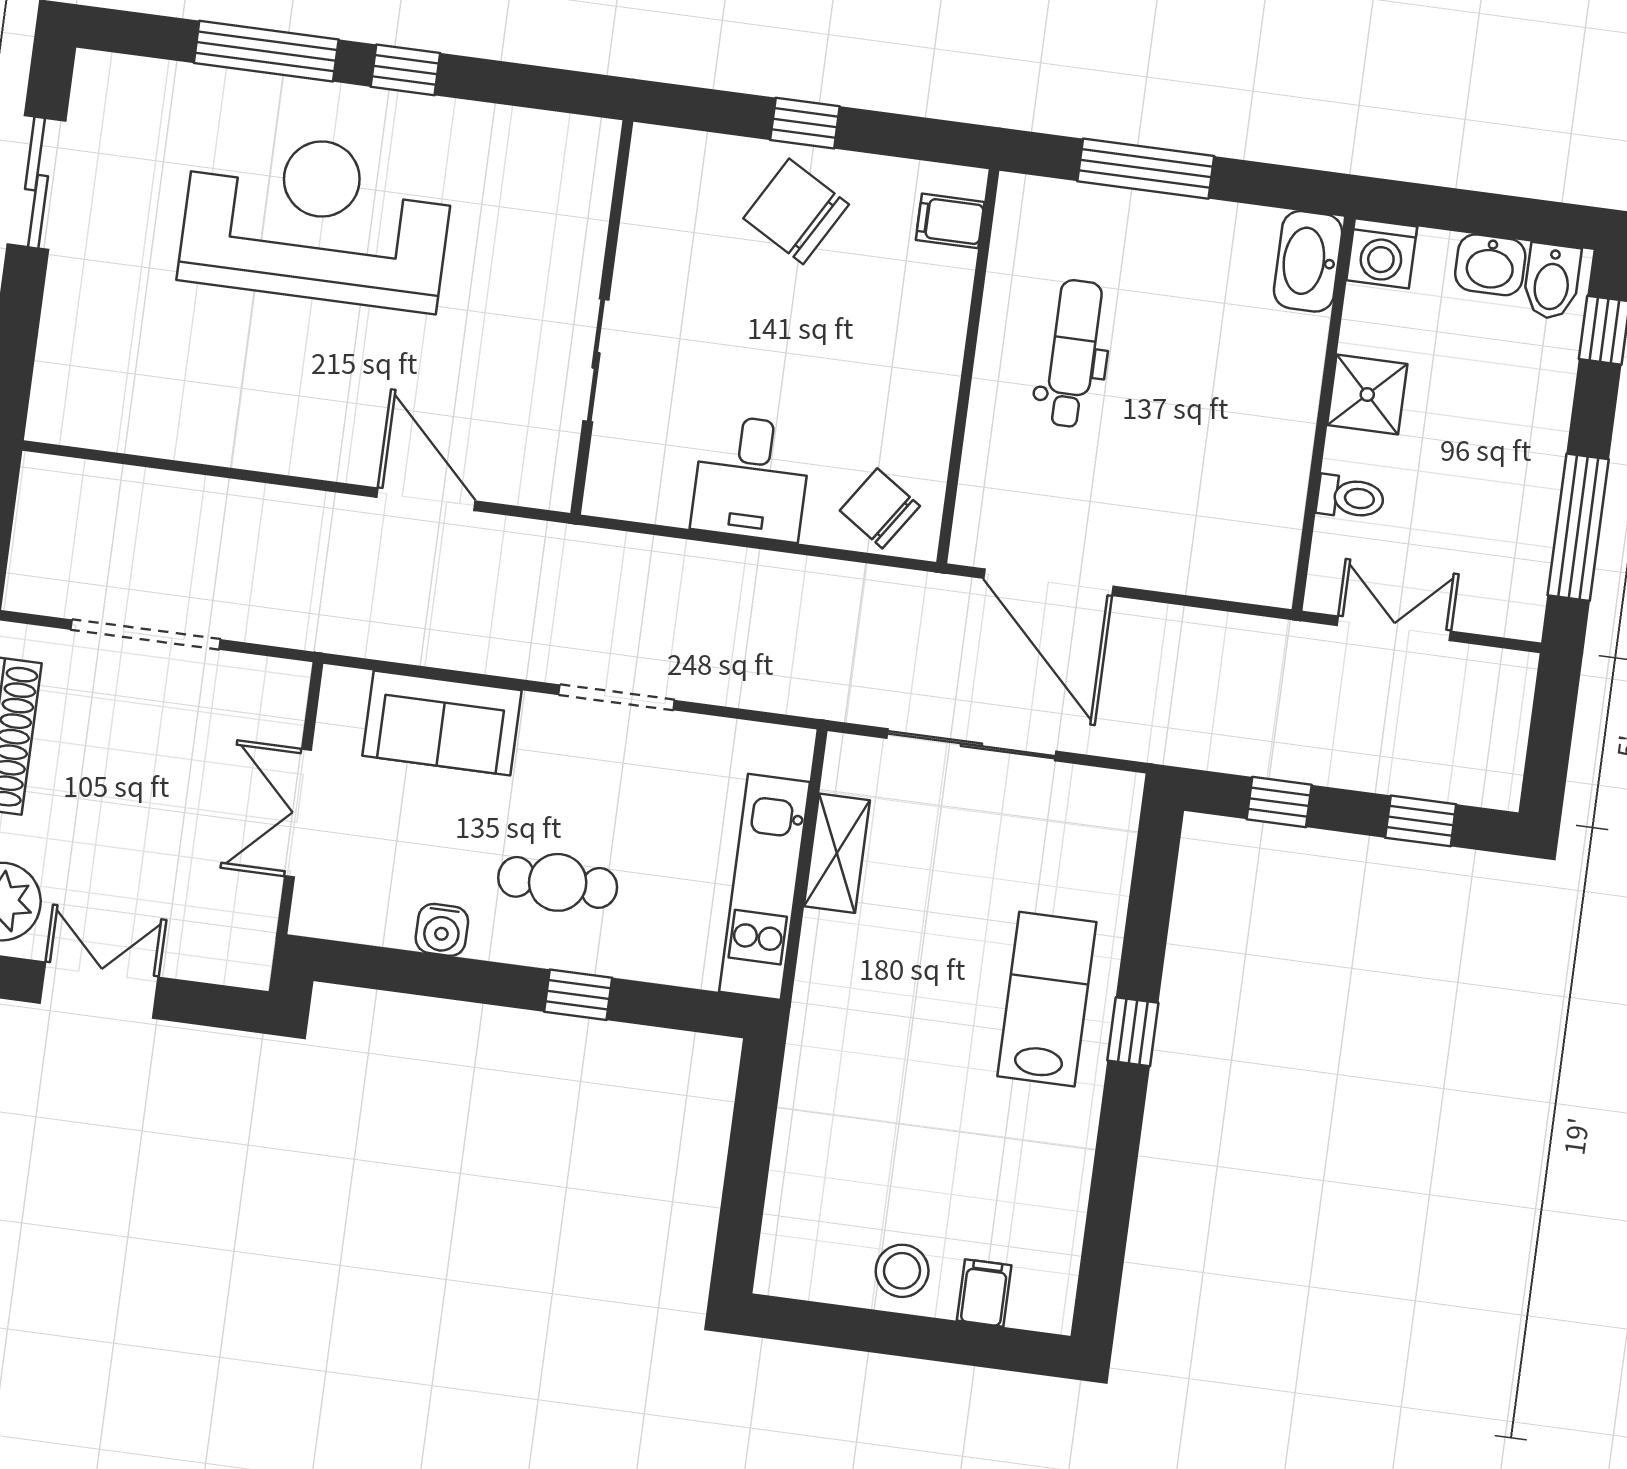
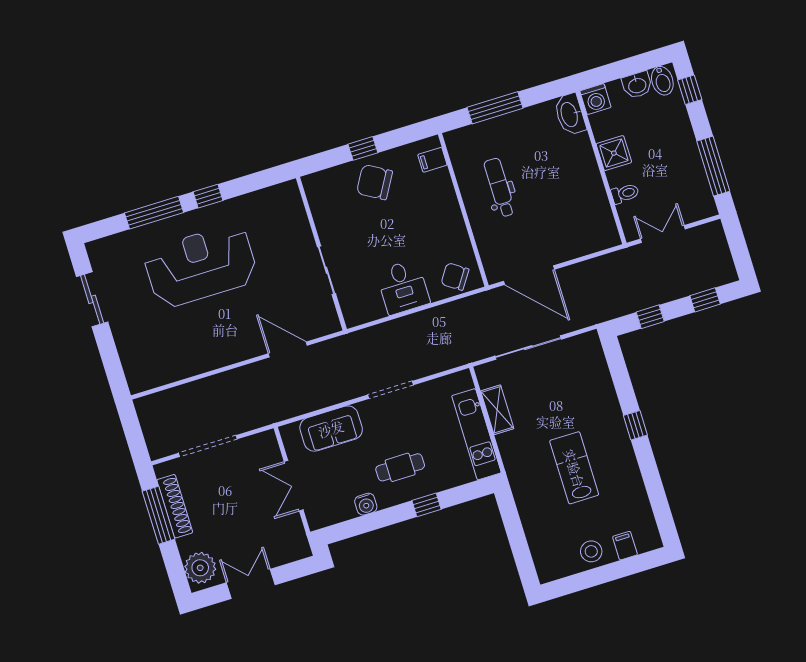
lab bench: (1047, 999) -> (574, 468), moved

